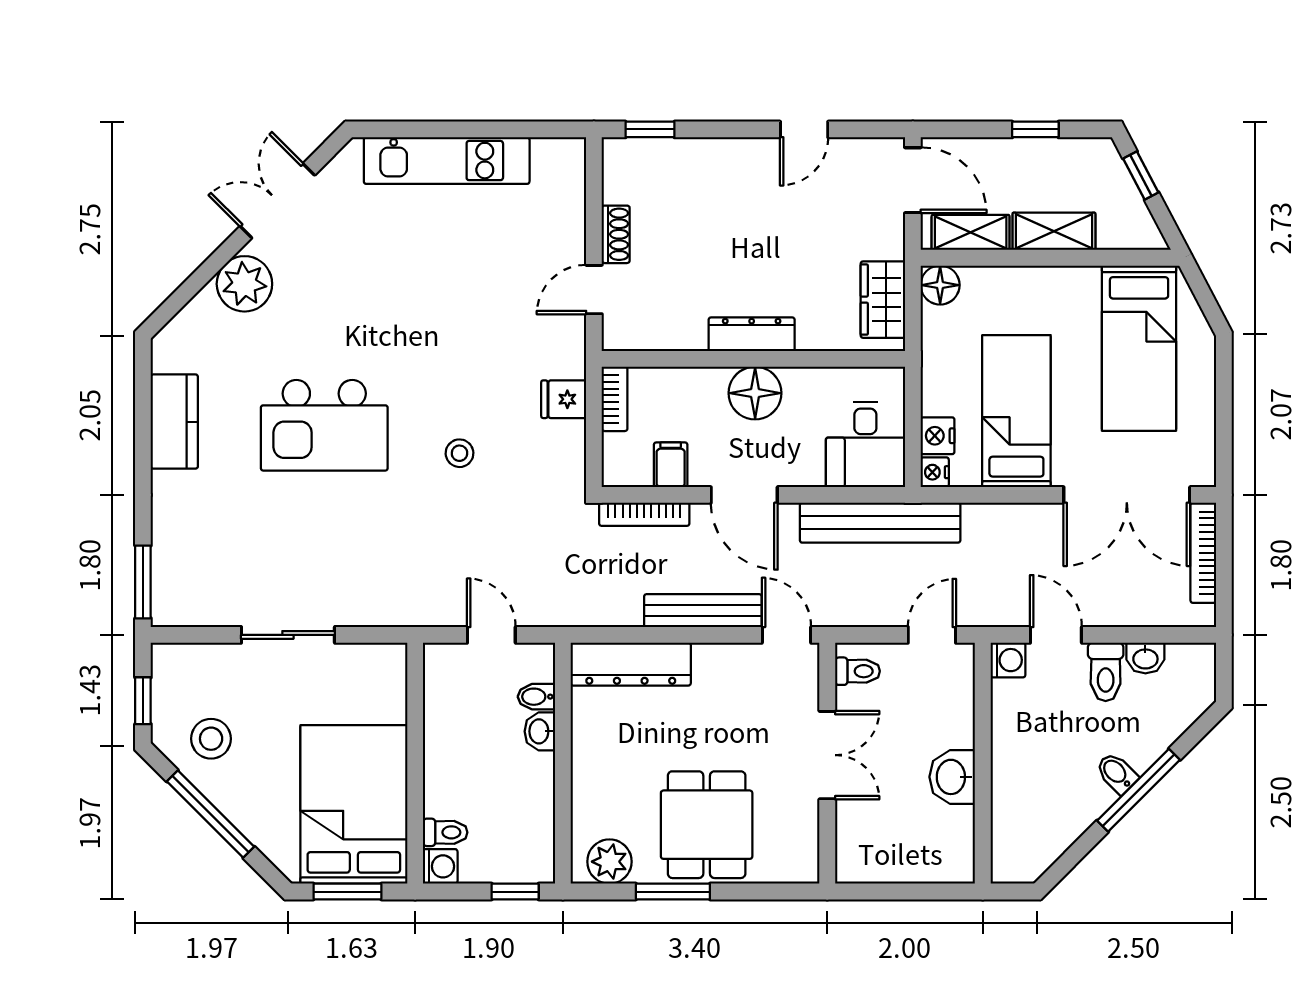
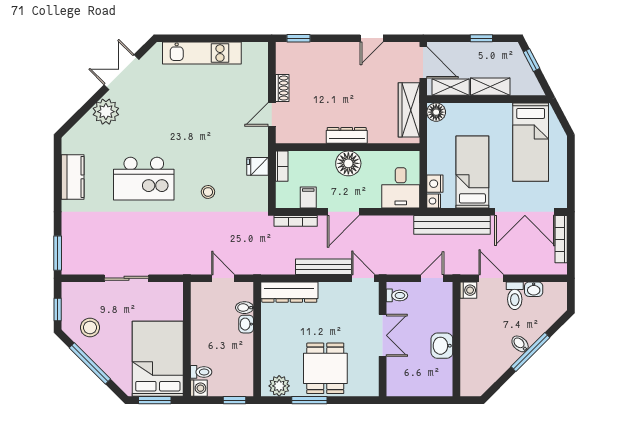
wardrobe: (883, 300) -> (409, 110), width x1.50
door: (744, 495) -> (343, 212), hinge flipped
bench: (880, 523) -> (452, 225), moved

